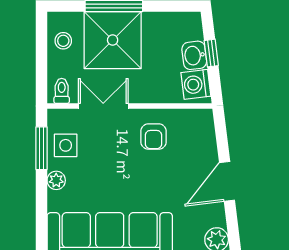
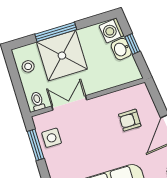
washing machine: (196, 84) -> (112, 31), moved
armchair: (154, 137) -> (130, 120), moved, turned 90
plant: (56, 180) -> (52, 164), removed

